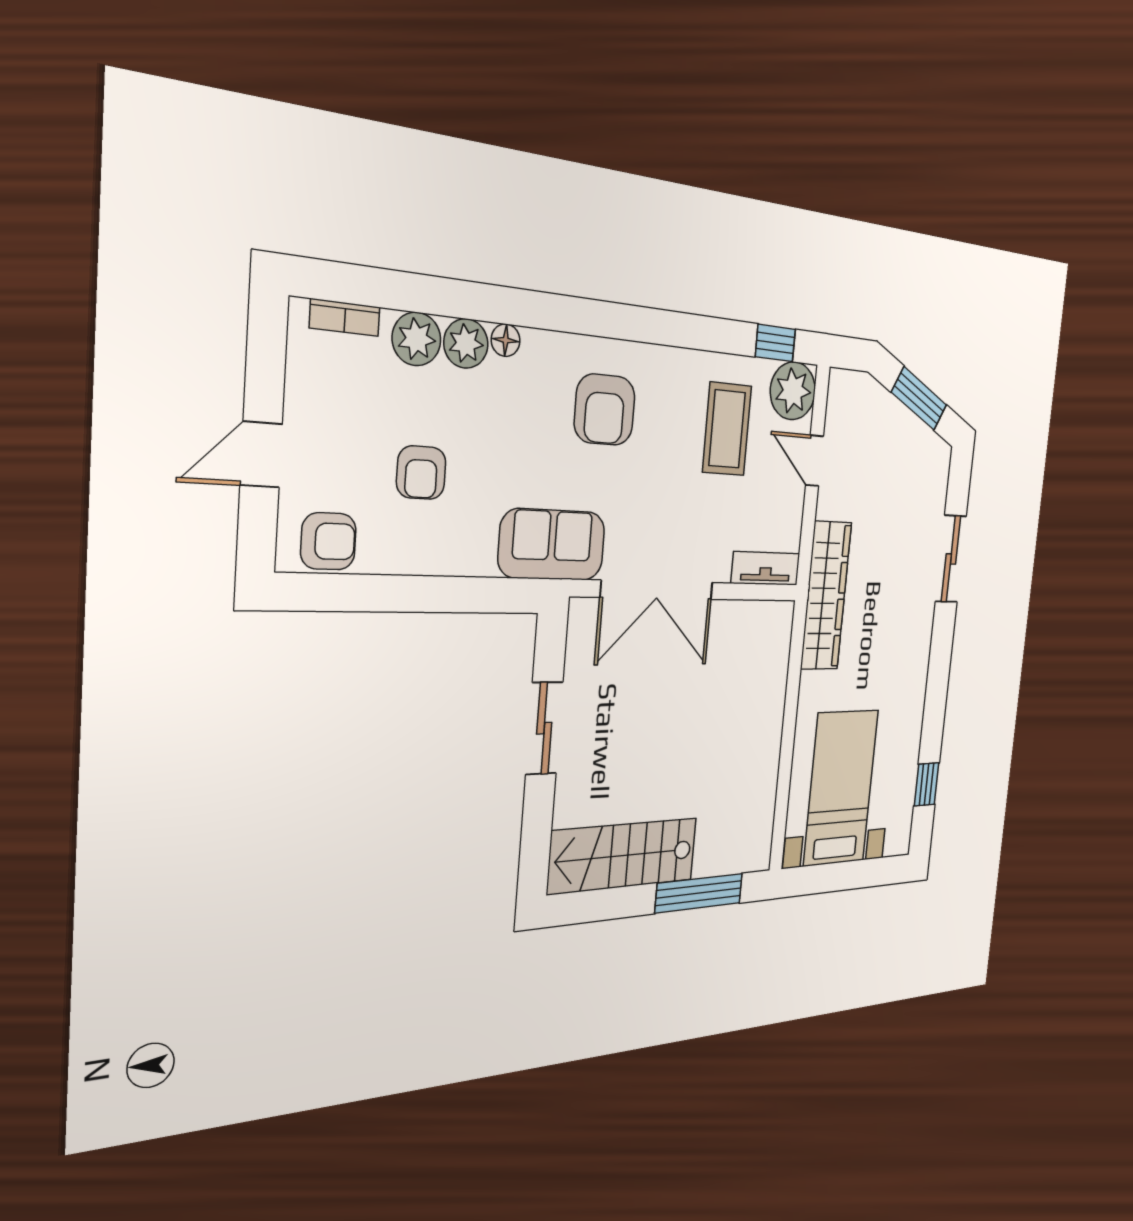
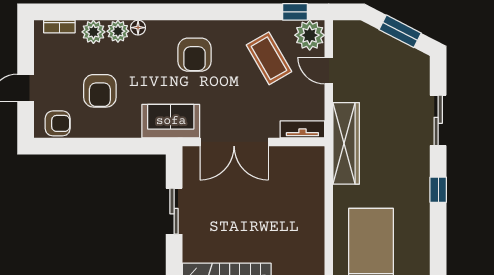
coffee table: (727, 429) -> (269, 58), turned -30
armchair: (421, 473) -> (100, 91), width x1.38, depth x1.38
window: (927, 784) -> (438, 190), moved

